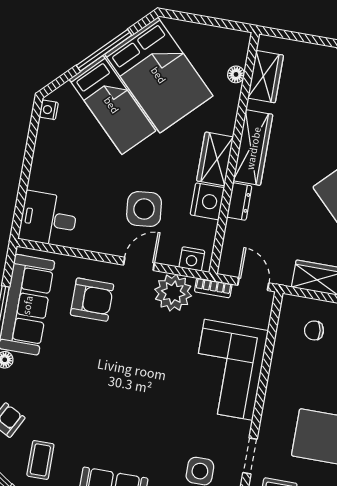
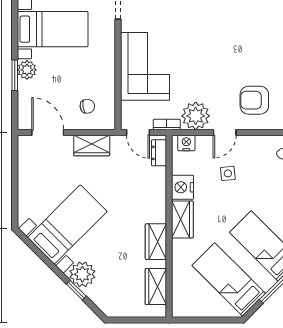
floor lamp: (236, 74) -> (178, 284), removed
bed: (159, 75) -> (229, 279), width x0.67
wardrobe: (253, 148) -> (156, 242), width x0.67
dresser: (239, 202) -> (159, 153), moved
side table: (144, 209) -> (228, 173), width x0.54, depth x0.54

